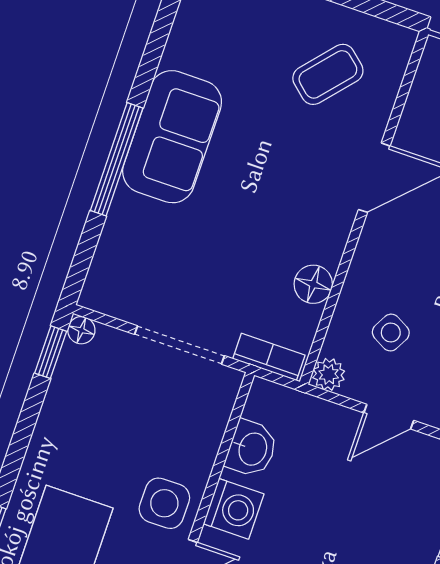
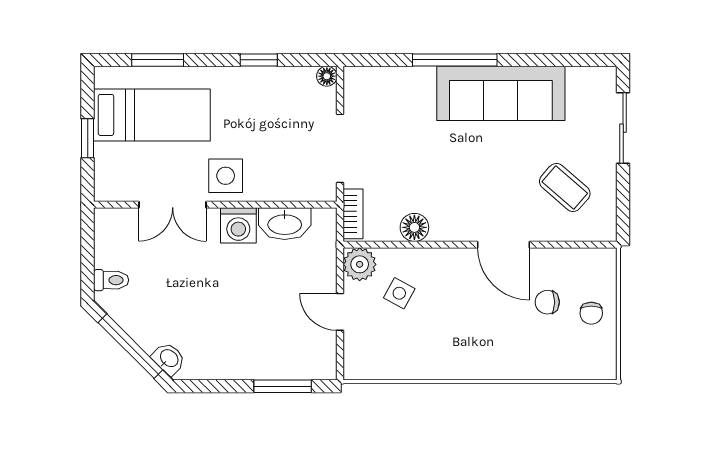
sofa: (172, 137) -> (501, 93), width x1.36
window: (51, 352) -> (259, 60), moved
plant: (329, 374) -> (360, 264), width x1.38, depth x1.38
washbasin: (252, 449) -> (285, 224), width x1.38

